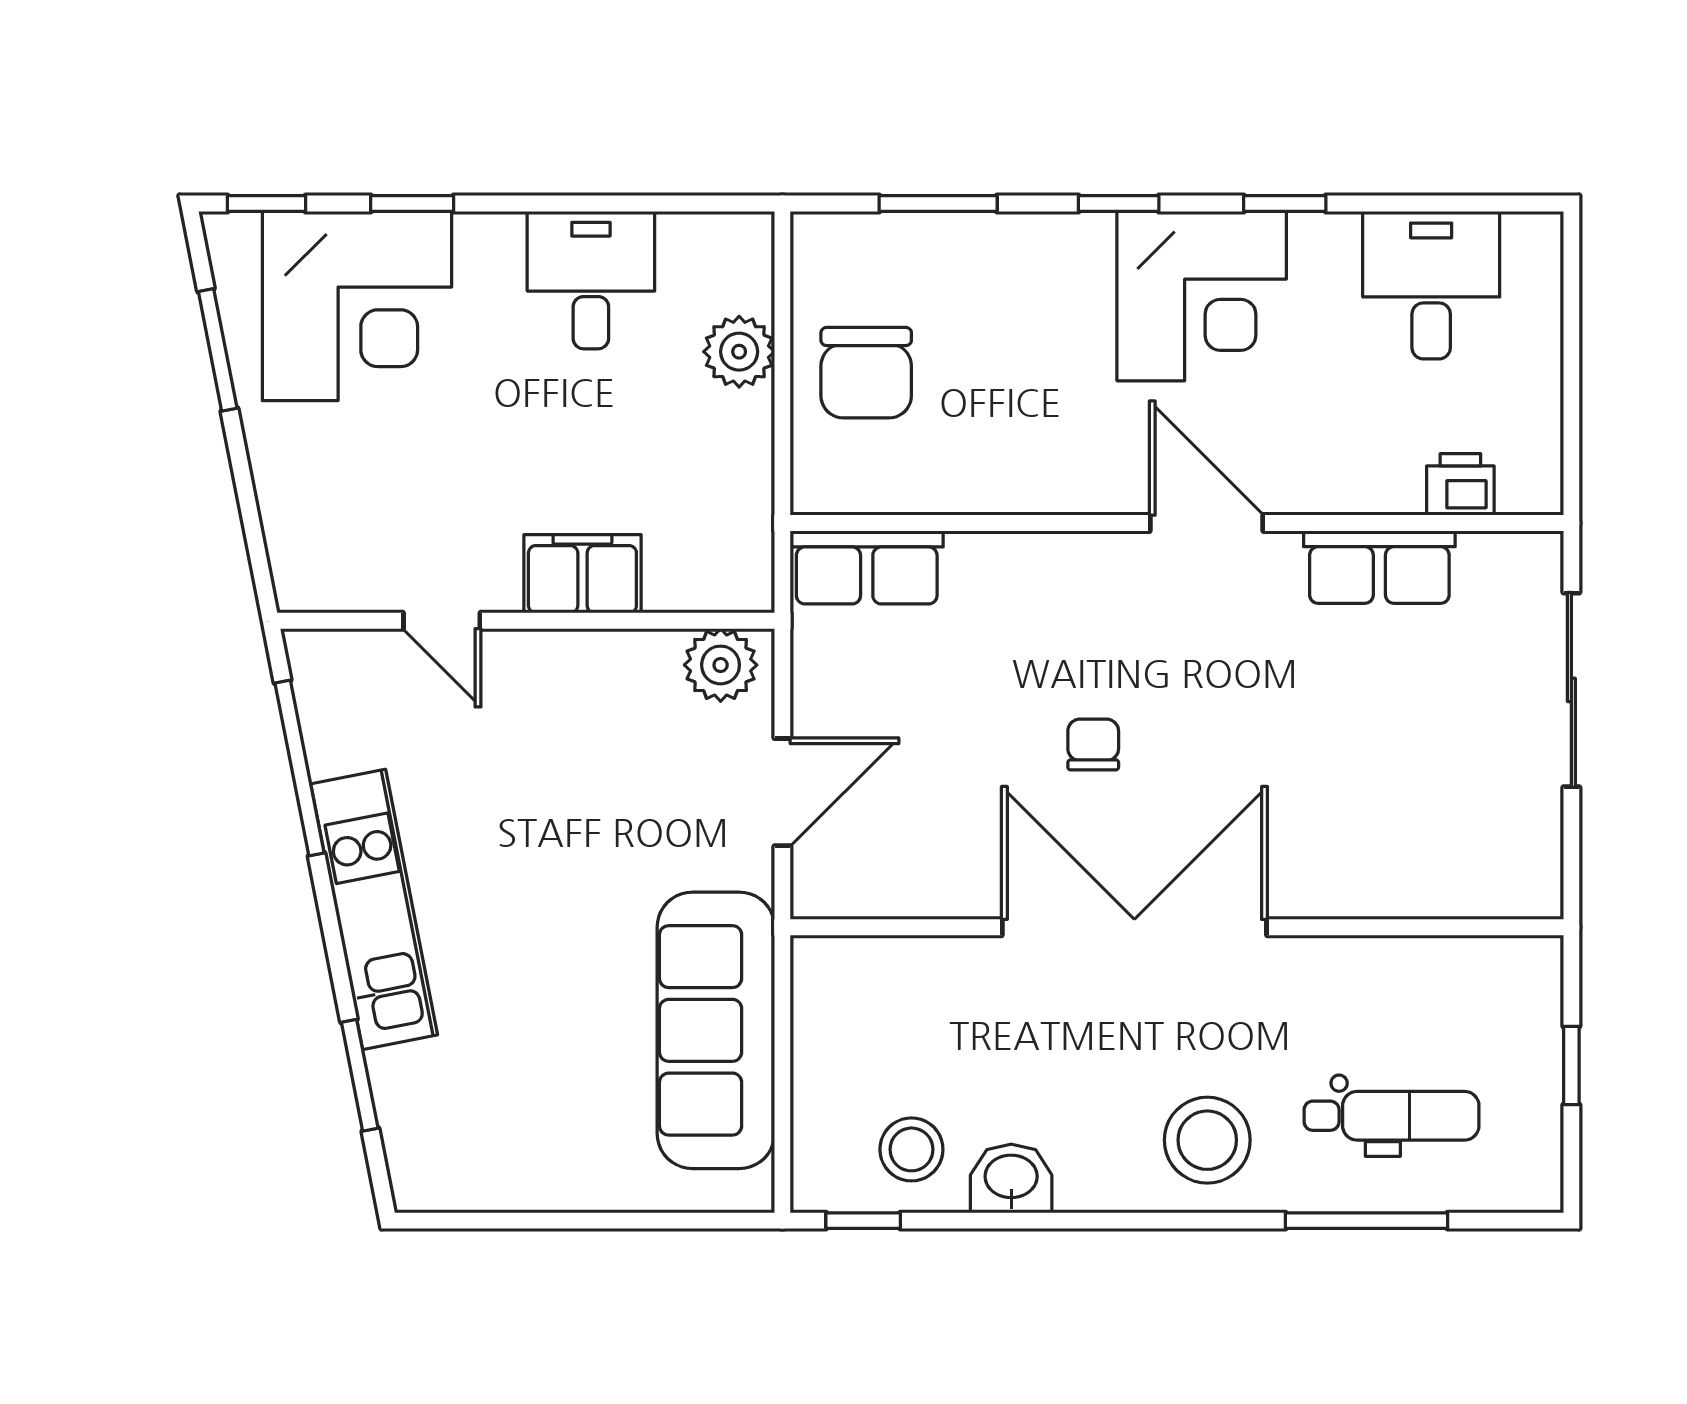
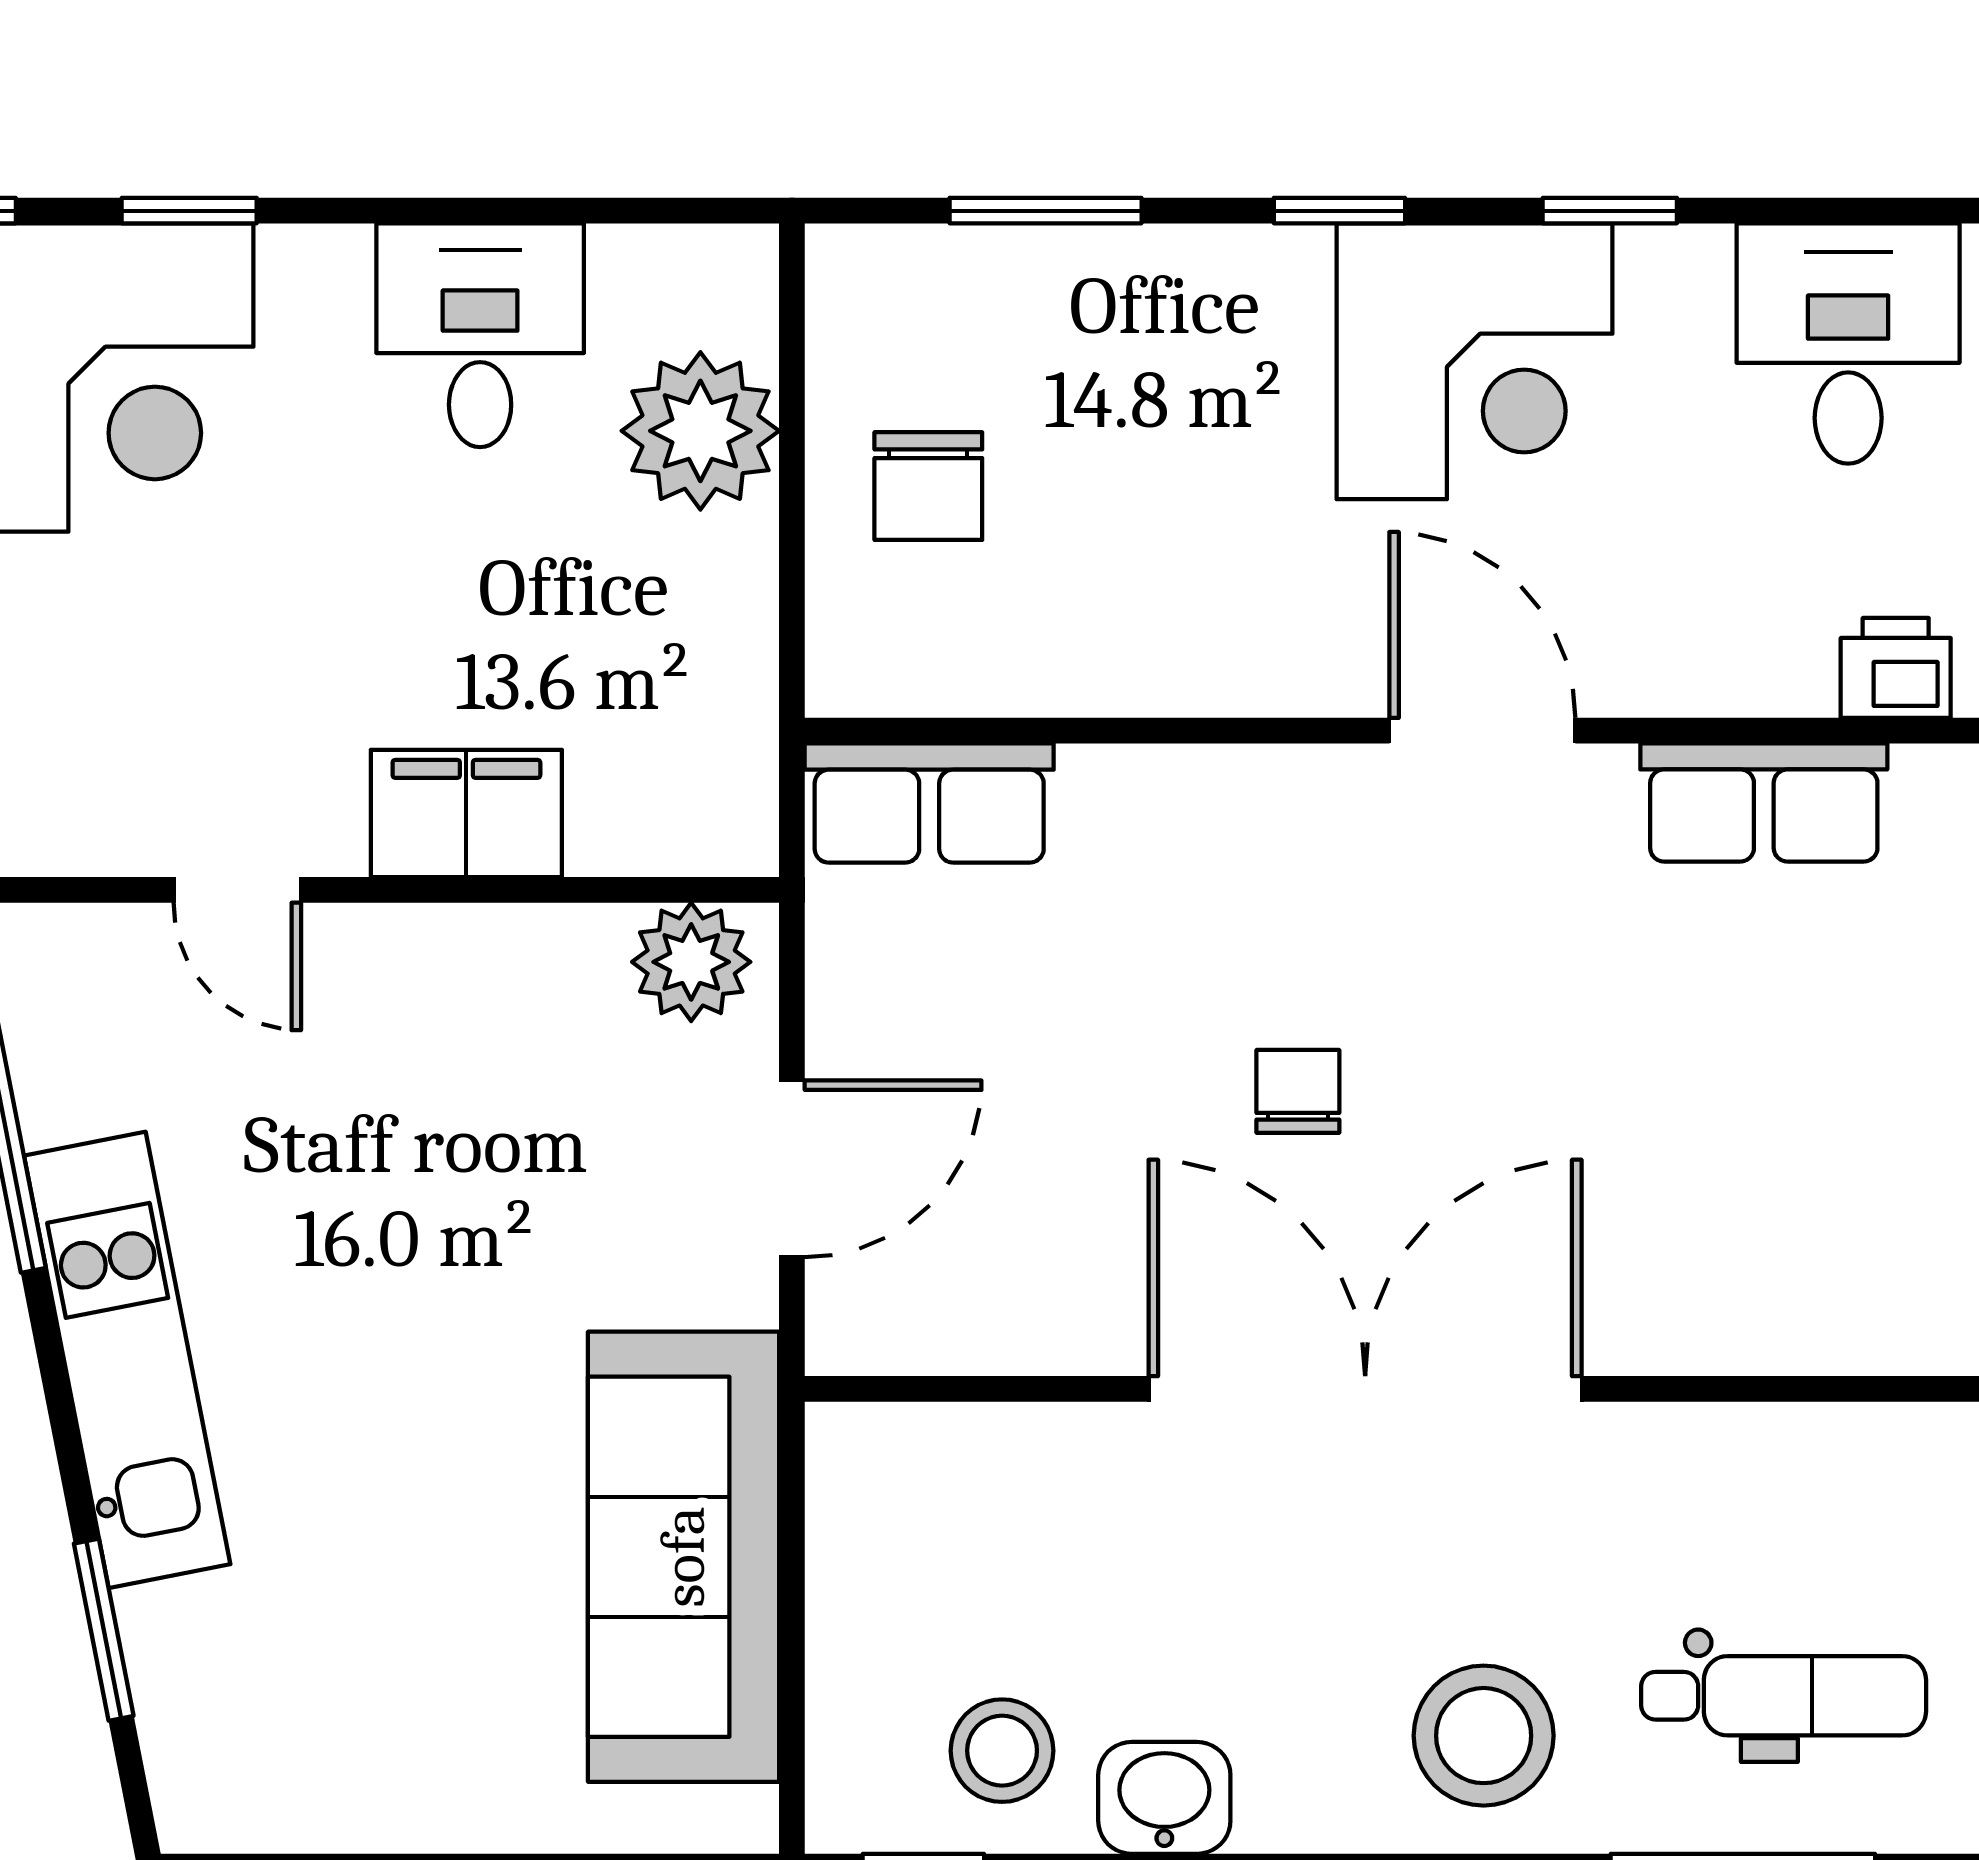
plant: (739, 352) -> (700, 431), width x1.36, depth x1.36
chair: (866, 373) -> (928, 486), width x0.73, depth x0.73

